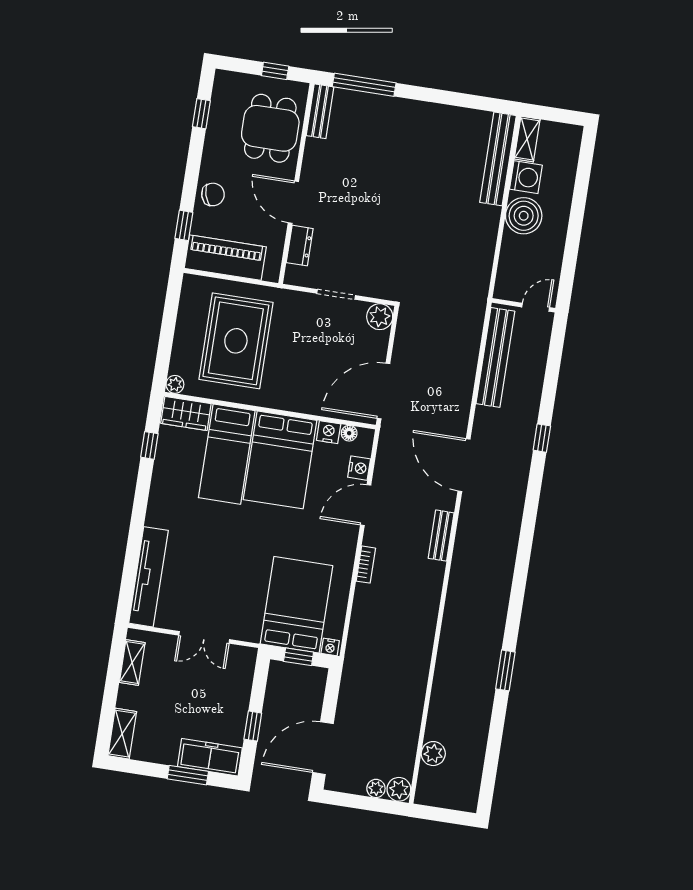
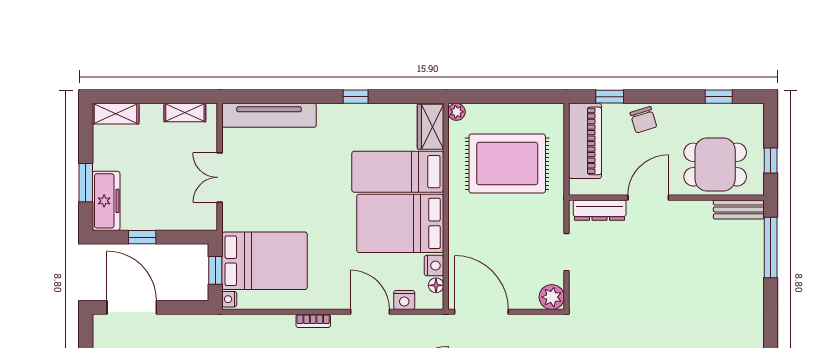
dresser: (300, 246) -> (600, 210), width x1.44
window: (149, 445) -> (356, 97), moved

